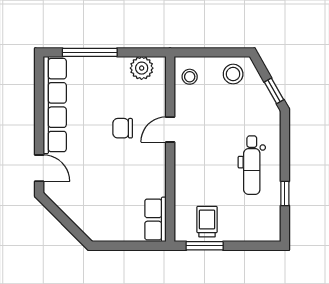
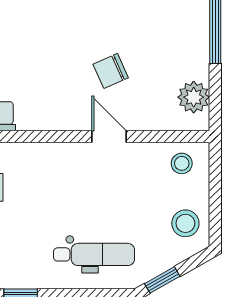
chair: (123, 128) -> (111, 71), turned -114
dental chair: (252, 165) -> (94, 254), moved, turned 180

